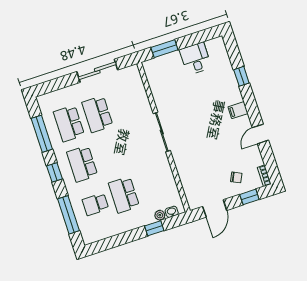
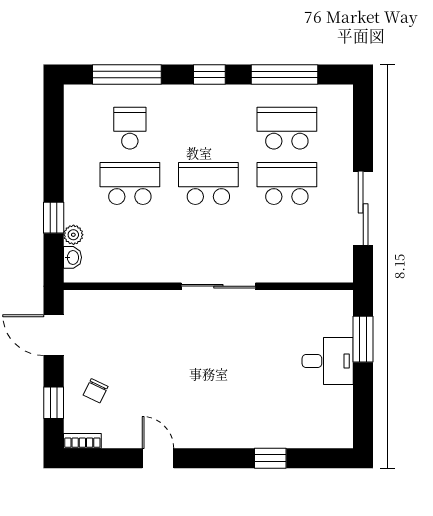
desk: (195, 59) -> (328, 361), moved
filing cabinet: (238, 110) -> (213, 433), removed
school desk: (82, 164) -> (208, 184), moved

